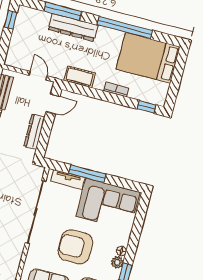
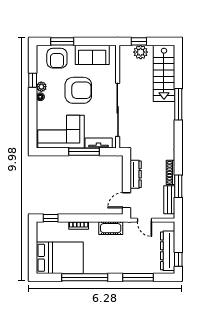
dresser: (73, 27) -> (168, 251), moved, turned -90

